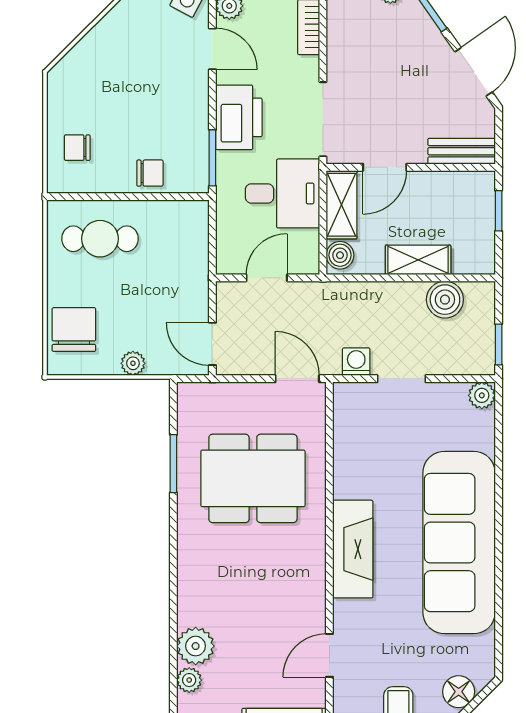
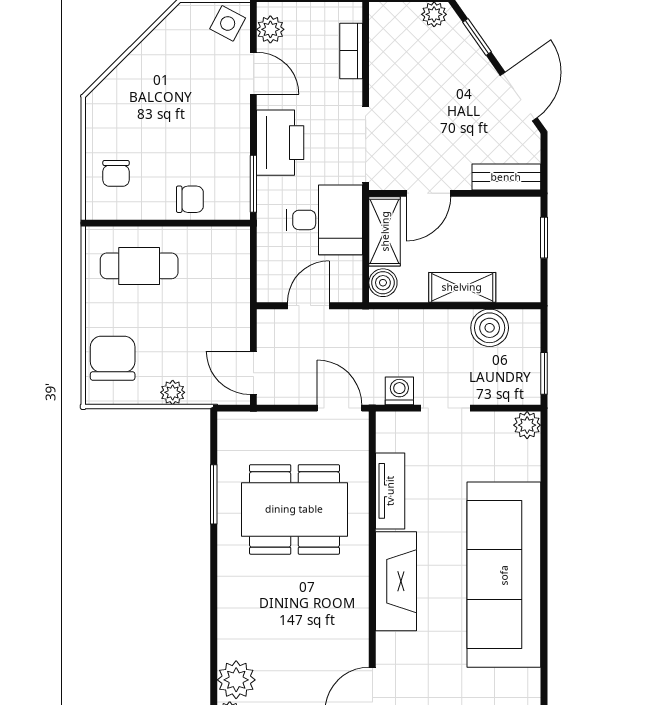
chair: (77, 148) -> (116, 173), turned -90
tv unit: (347, 460) -> (390, 491), added

